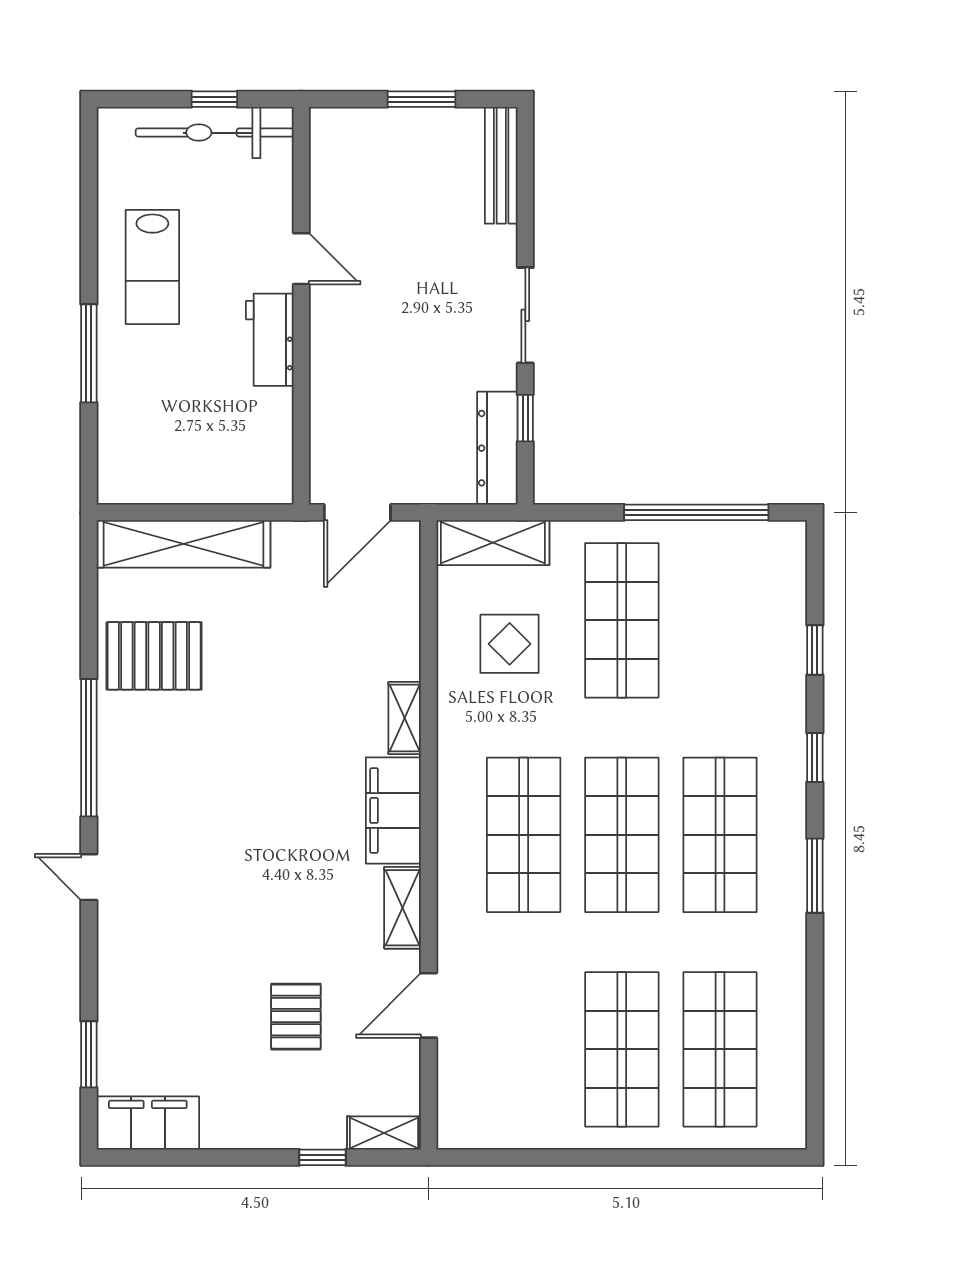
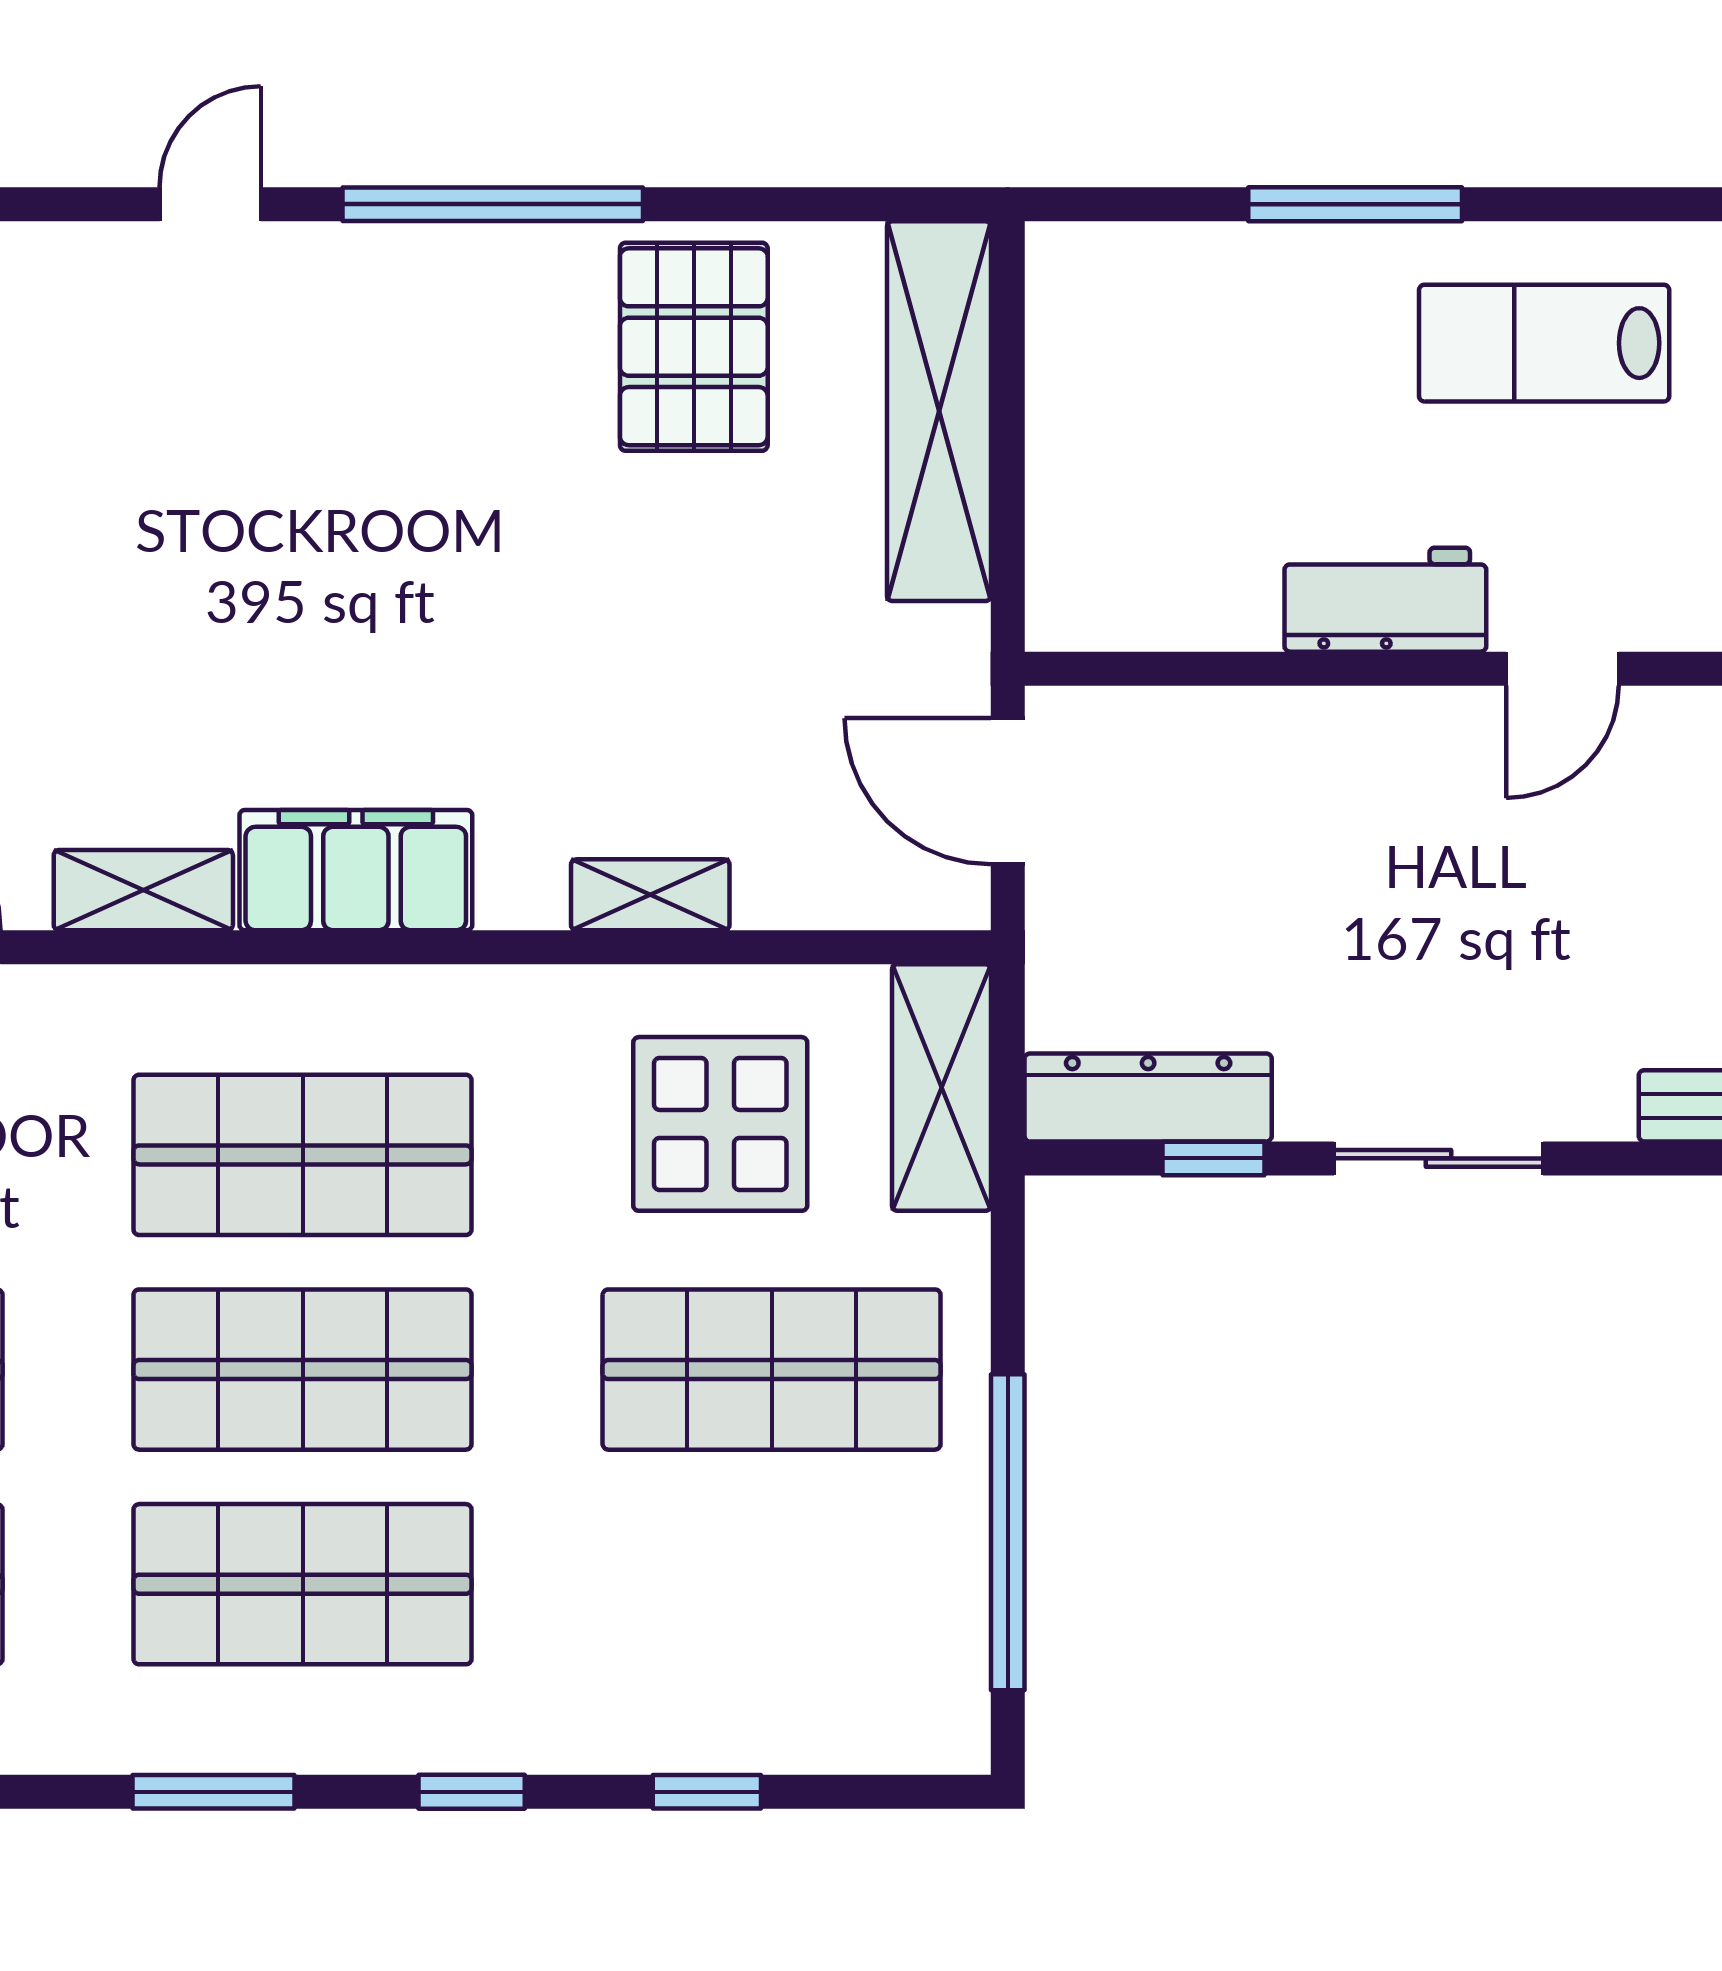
display table: (510, 644) -> (720, 1124), width x1.36, depth x1.36
shelving: (405, 718) -> (650, 895), moved

